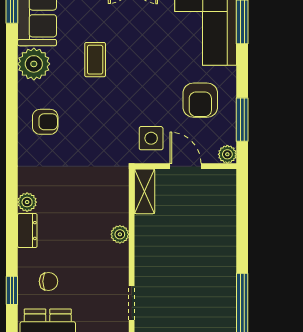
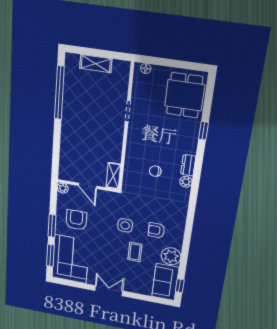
window: (242, 120) -> (52, 226), moved
armchair: (45, 122) -> (156, 230), moved
side table: (151, 138) -> (125, 225), moved
plant: (120, 234) -> (131, 154), removed
chair: (49, 281) -> (155, 171), moved

